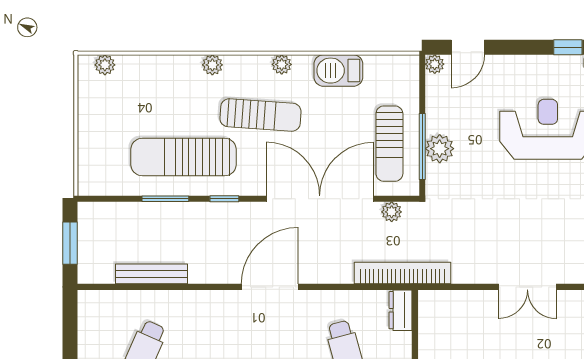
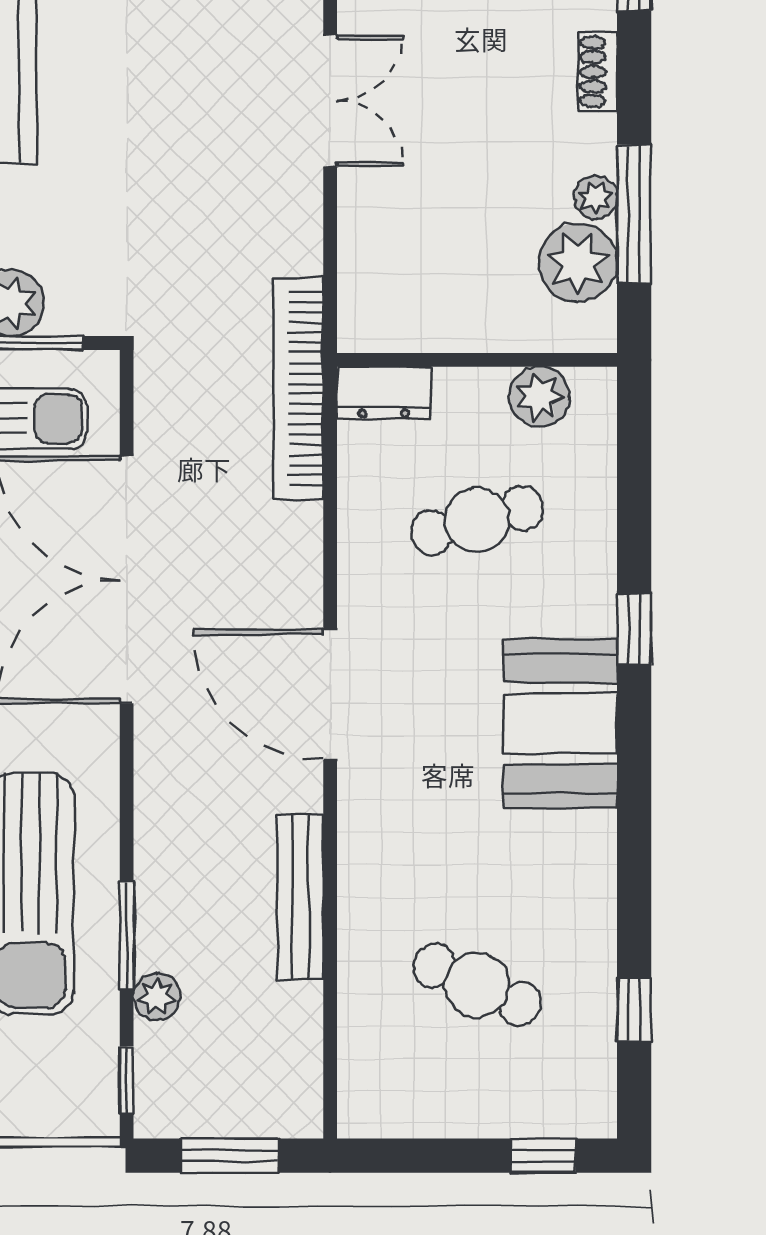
window: (224, 199) -> (127, 1080), moved
plant: (392, 212) -> (157, 997), moved
bench: (152, 274) -> (300, 897), moved

